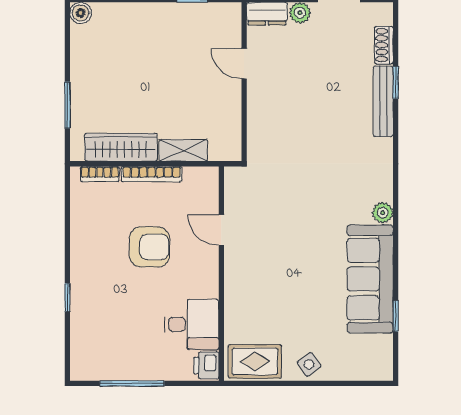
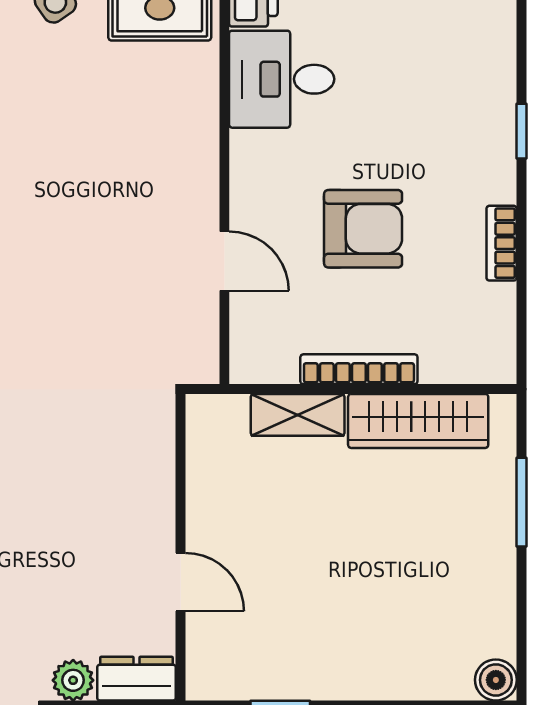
bookcase: (100, 174) -> (502, 243), moved, turned -90
armchair: (149, 247) -> (363, 229), turned 180

